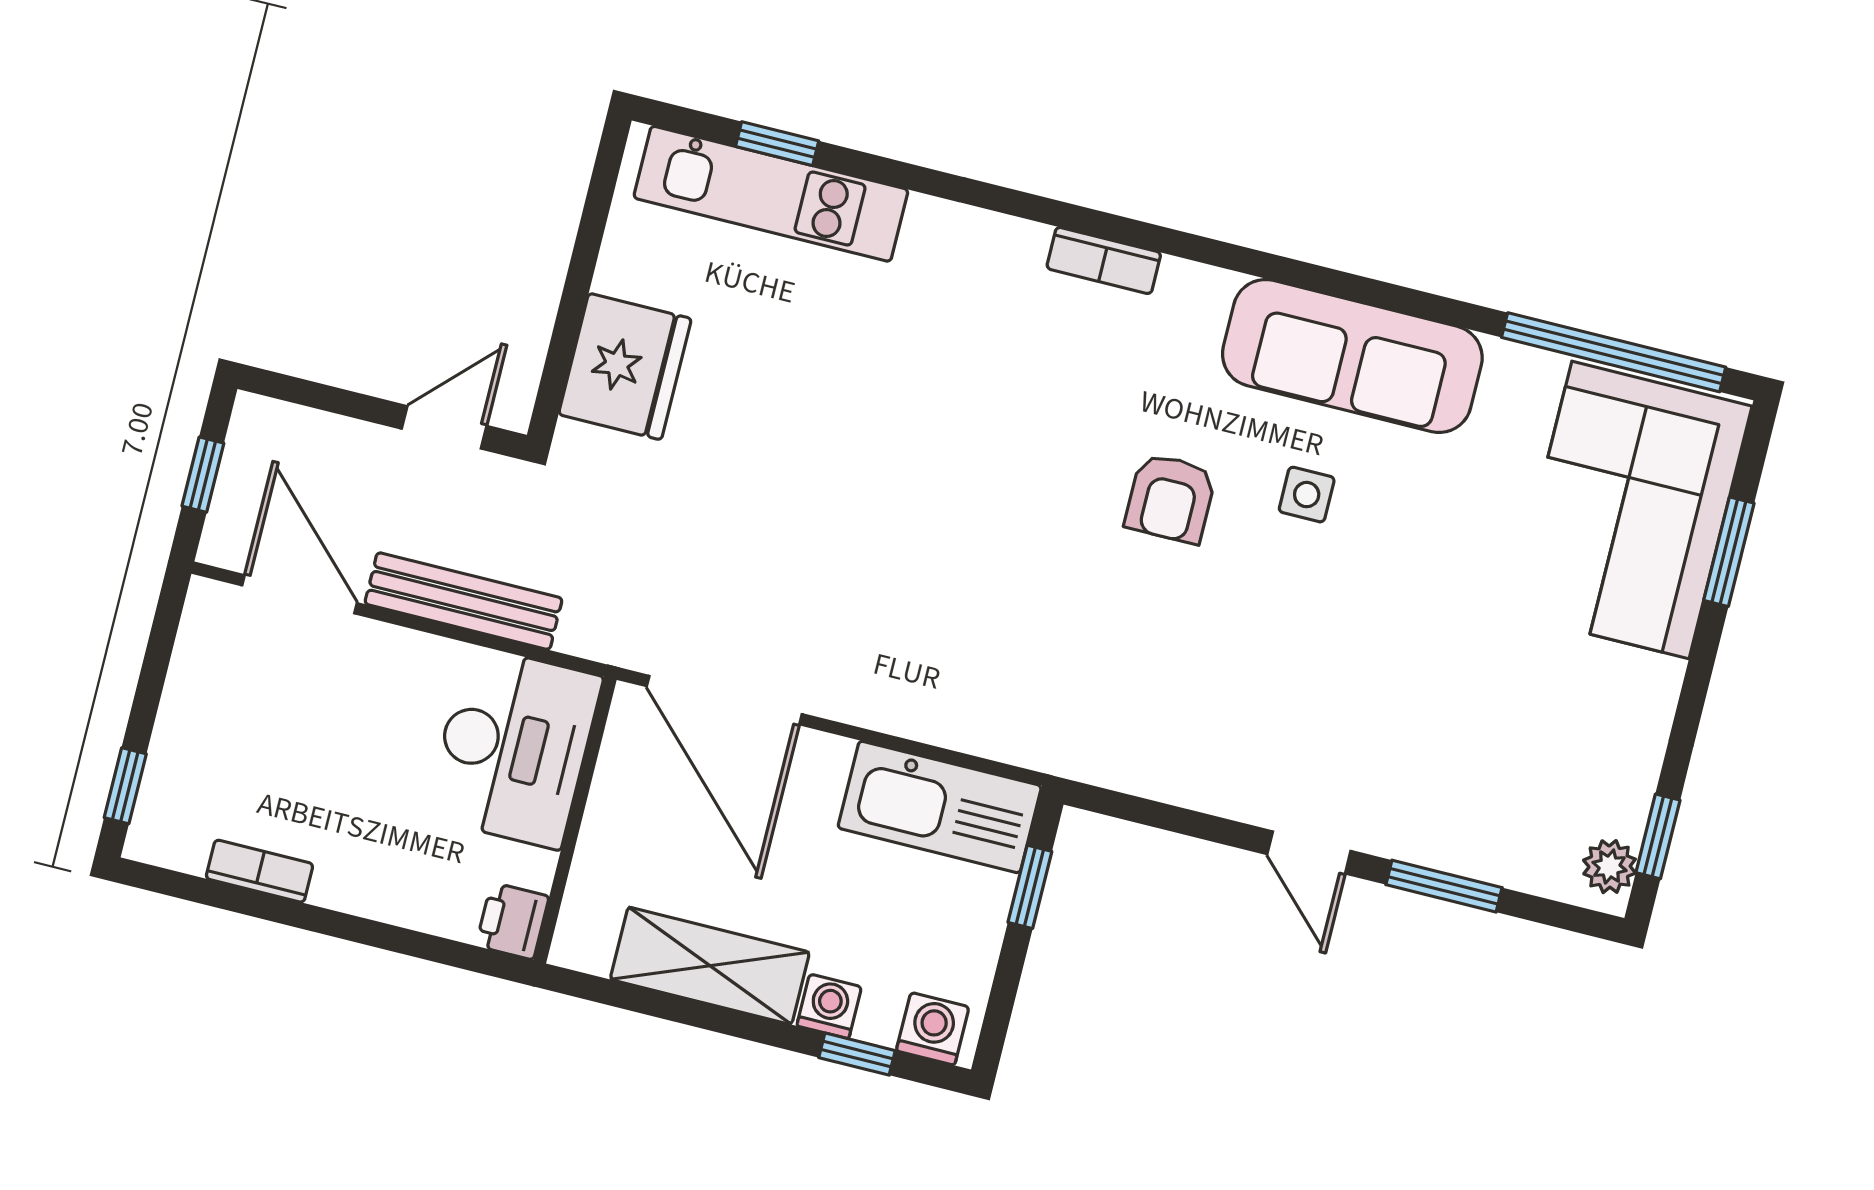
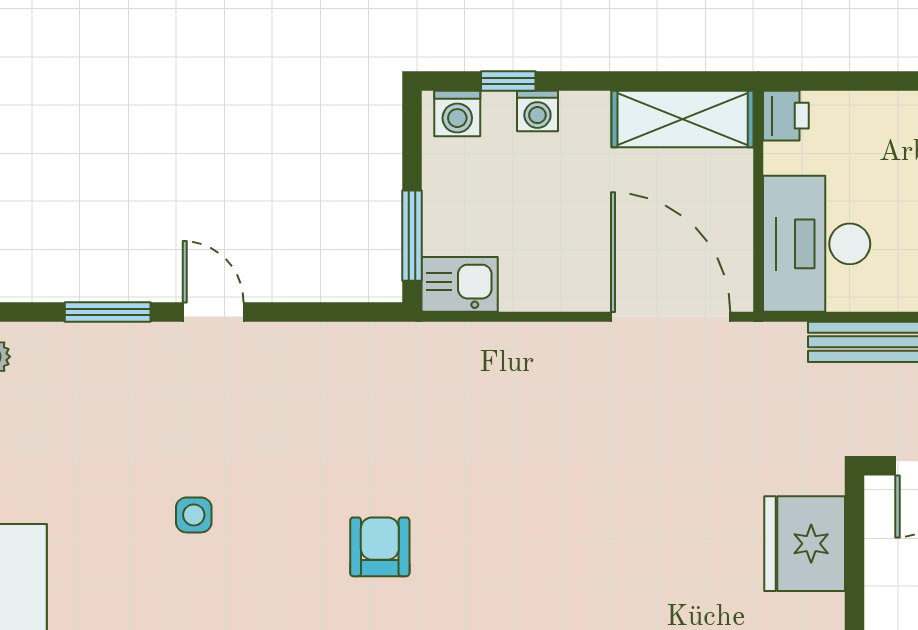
side table: (1307, 495) -> (194, 515), moved
kitchen sink: (940, 807) -> (460, 284), width x0.53, depth x0.81
window: (1030, 887) -> (412, 236), width x1.50
shelving: (710, 966) -> (683, 119), moved

